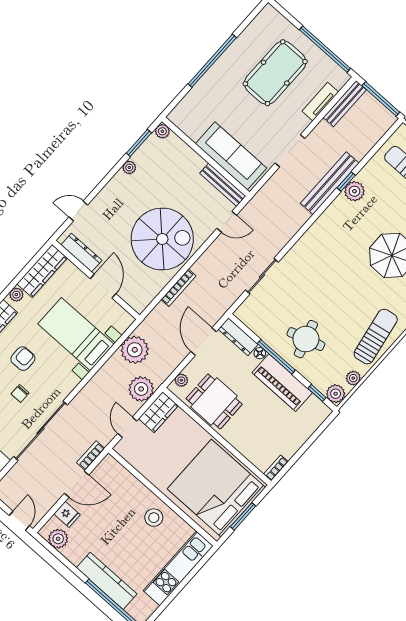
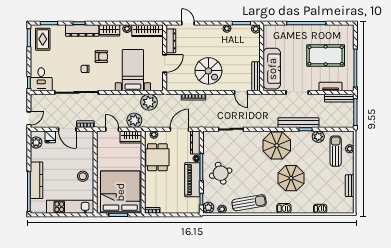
plant: (354, 191) -> (318, 137), moved
parasol: (334, 237) -> (277, 146), added
spiral stairs: (162, 239) -> (208, 71), width x0.73, depth x0.73
door: (127, 427) -> (112, 129), hinge flipped

